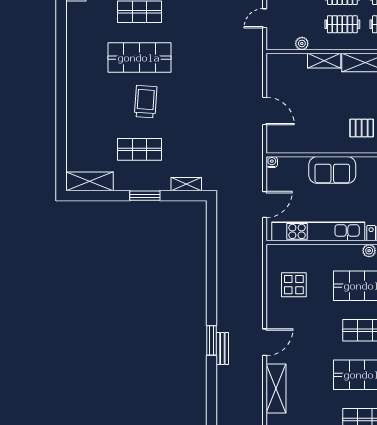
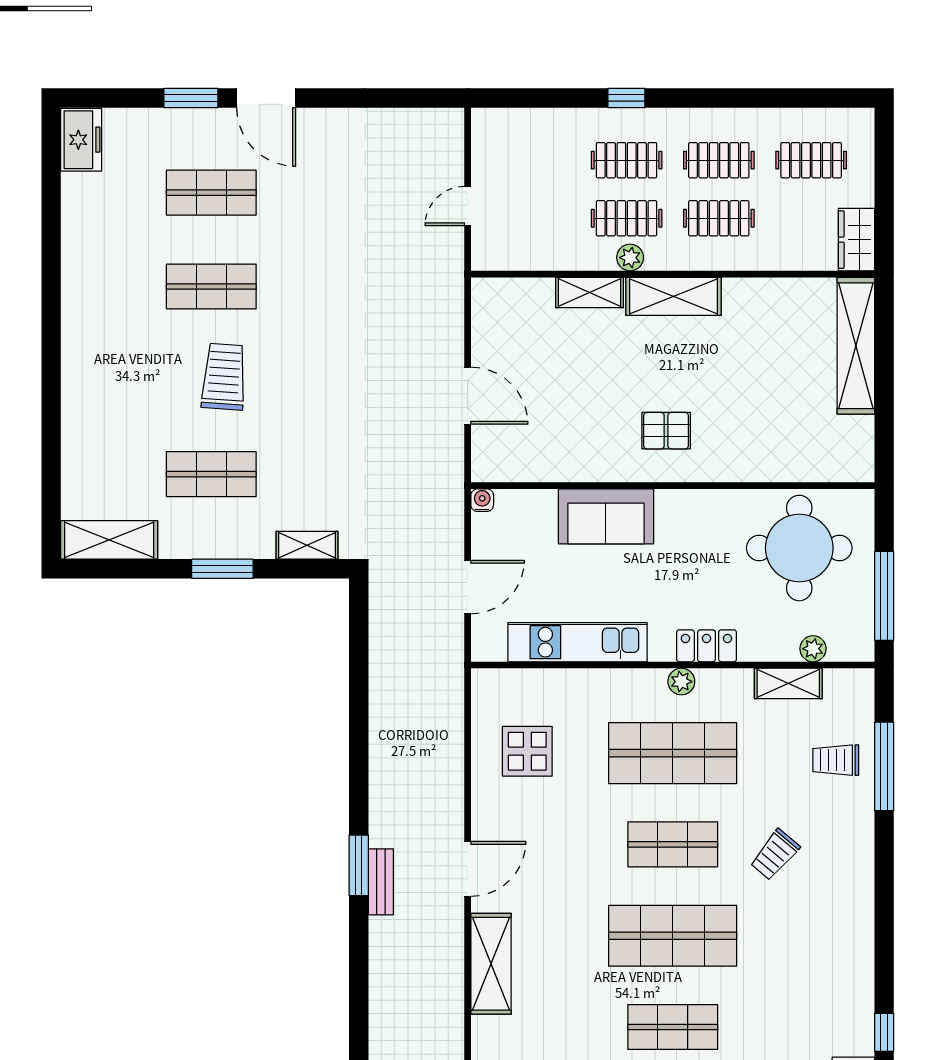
plant: (302, 43) -> (630, 258), moved
shop shelf: (139, 58) -> (211, 286), width x0.70, depth x0.74
kitchen unit: (318, 231) -> (577, 642), width x0.73

